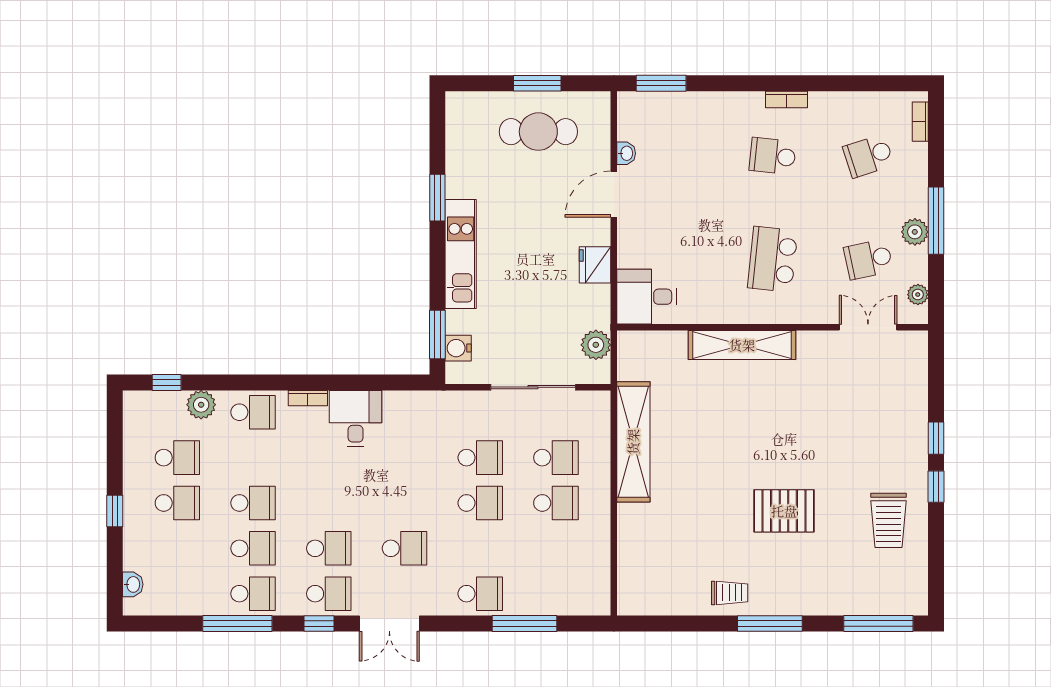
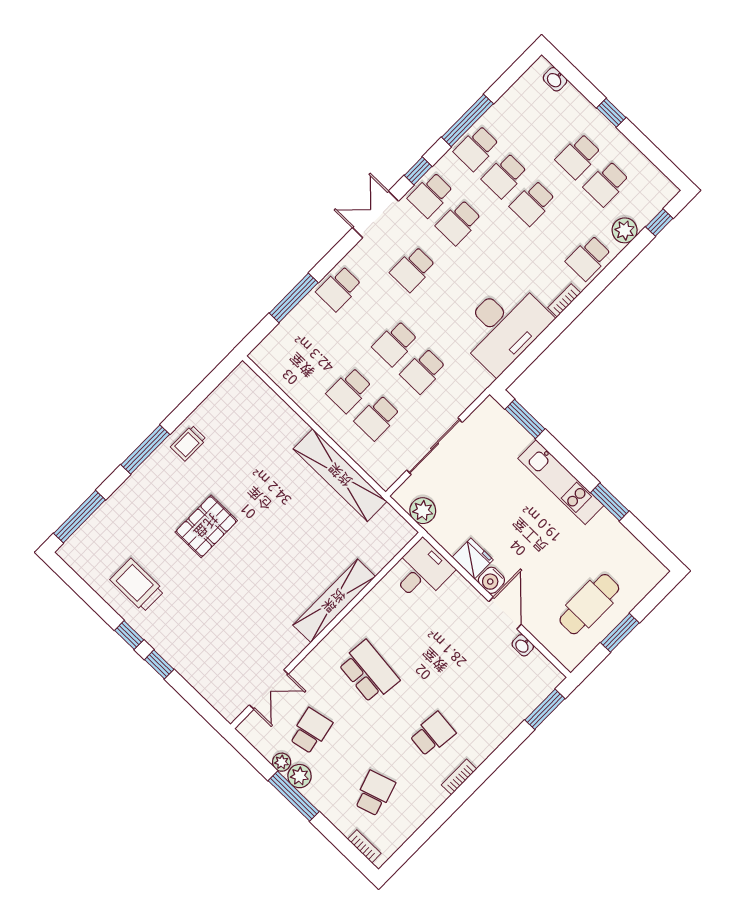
plant: (918, 295) -> (282, 762), moved
water cooler: (458, 348) -> (491, 580), moved, turned 180
desk: (356, 418) -> (504, 326), width x1.87, depth x1.30

